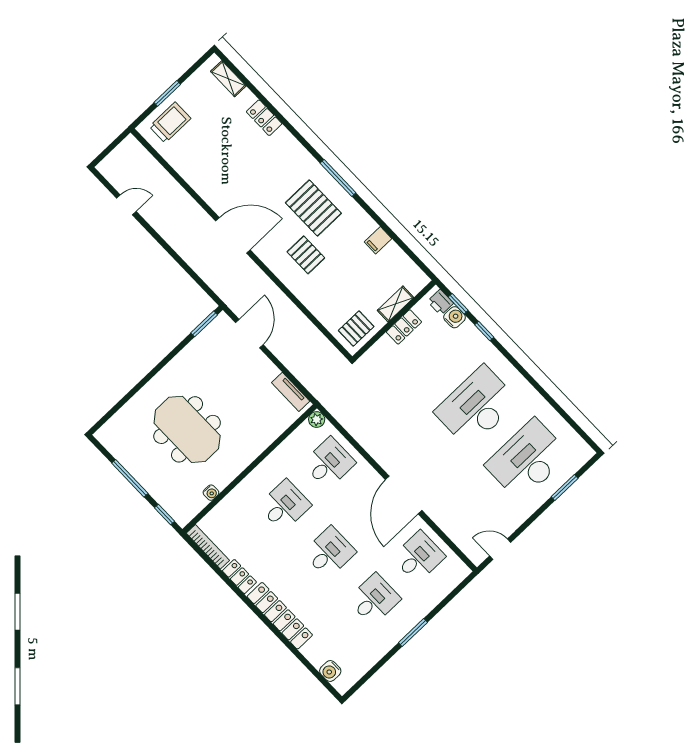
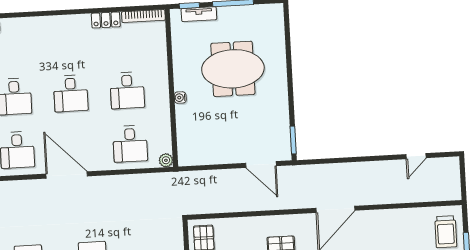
tv unit: (291, 392) -> (199, 14), moved, turned 180
water cooler: (211, 493) -> (180, 98), moved
locker: (280, 616) -> (57, 24), removed

